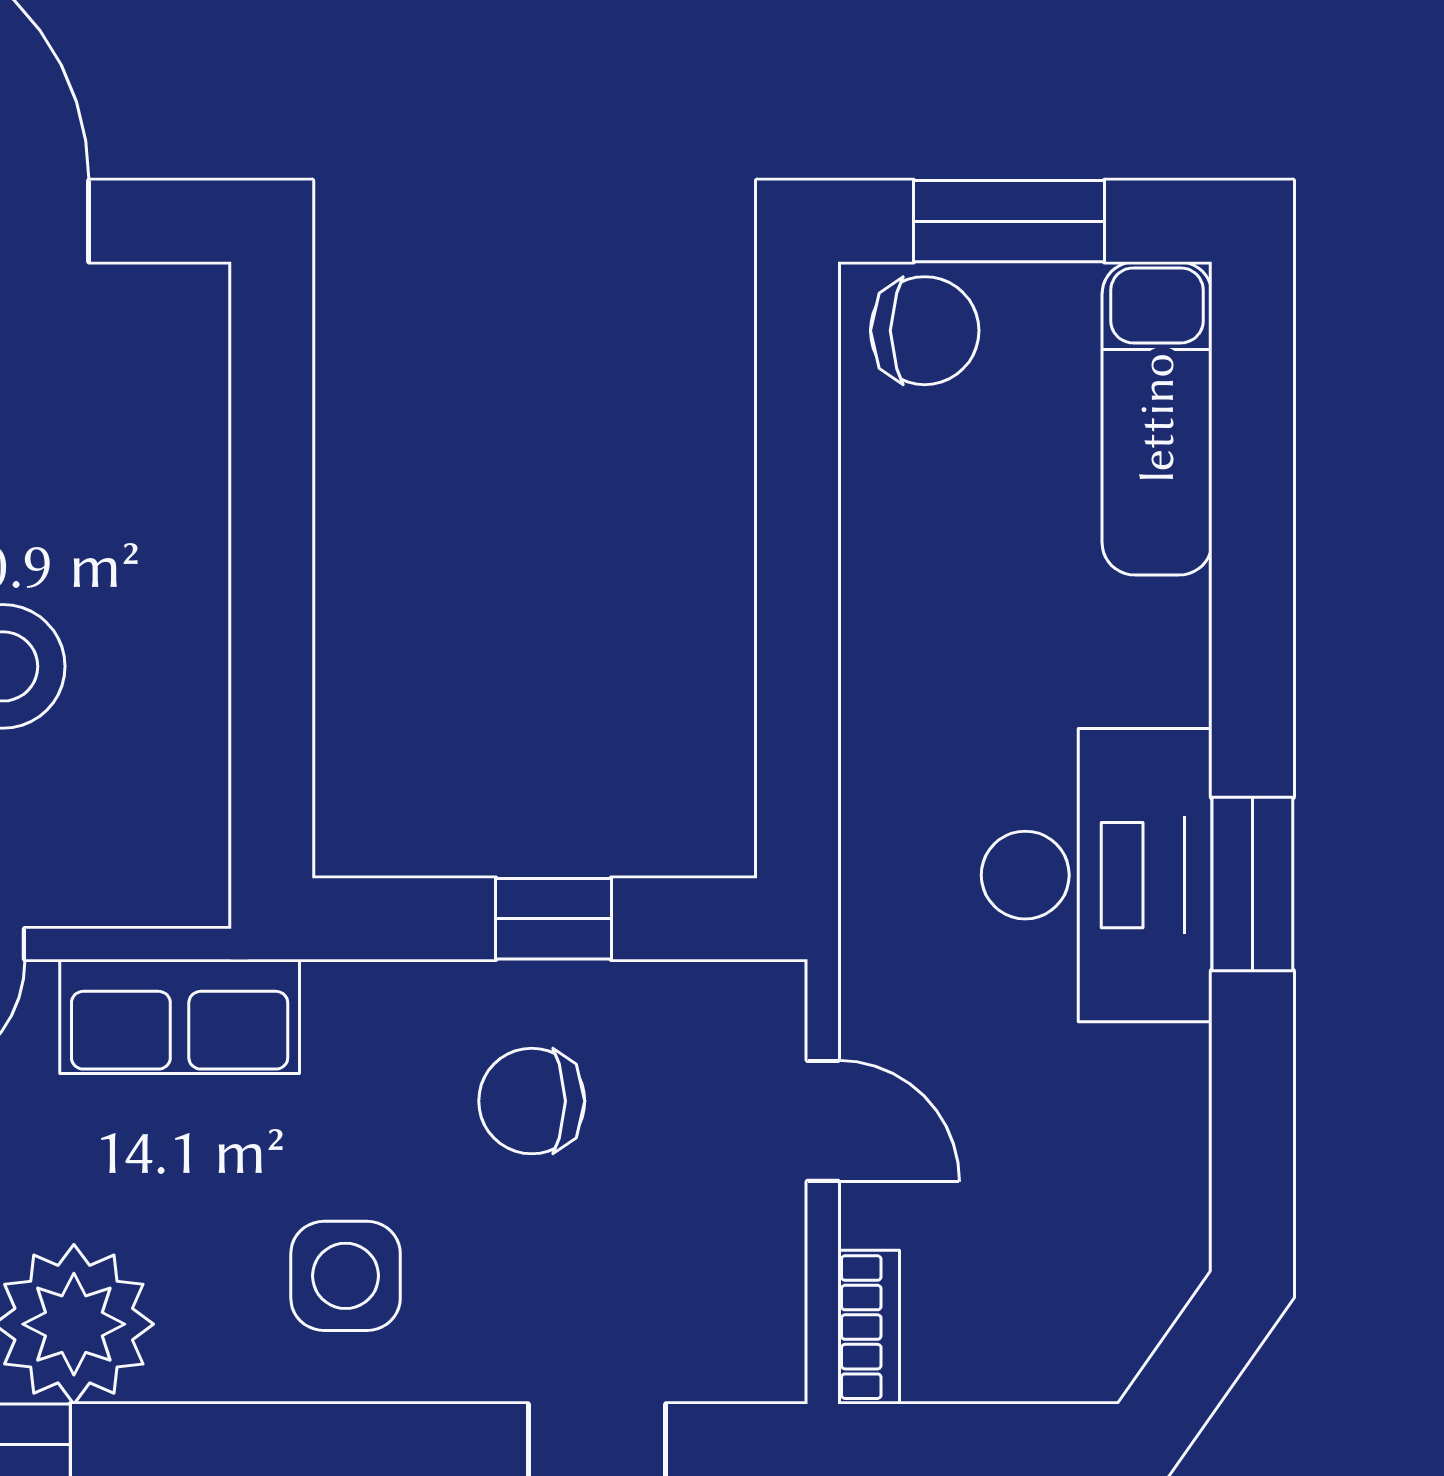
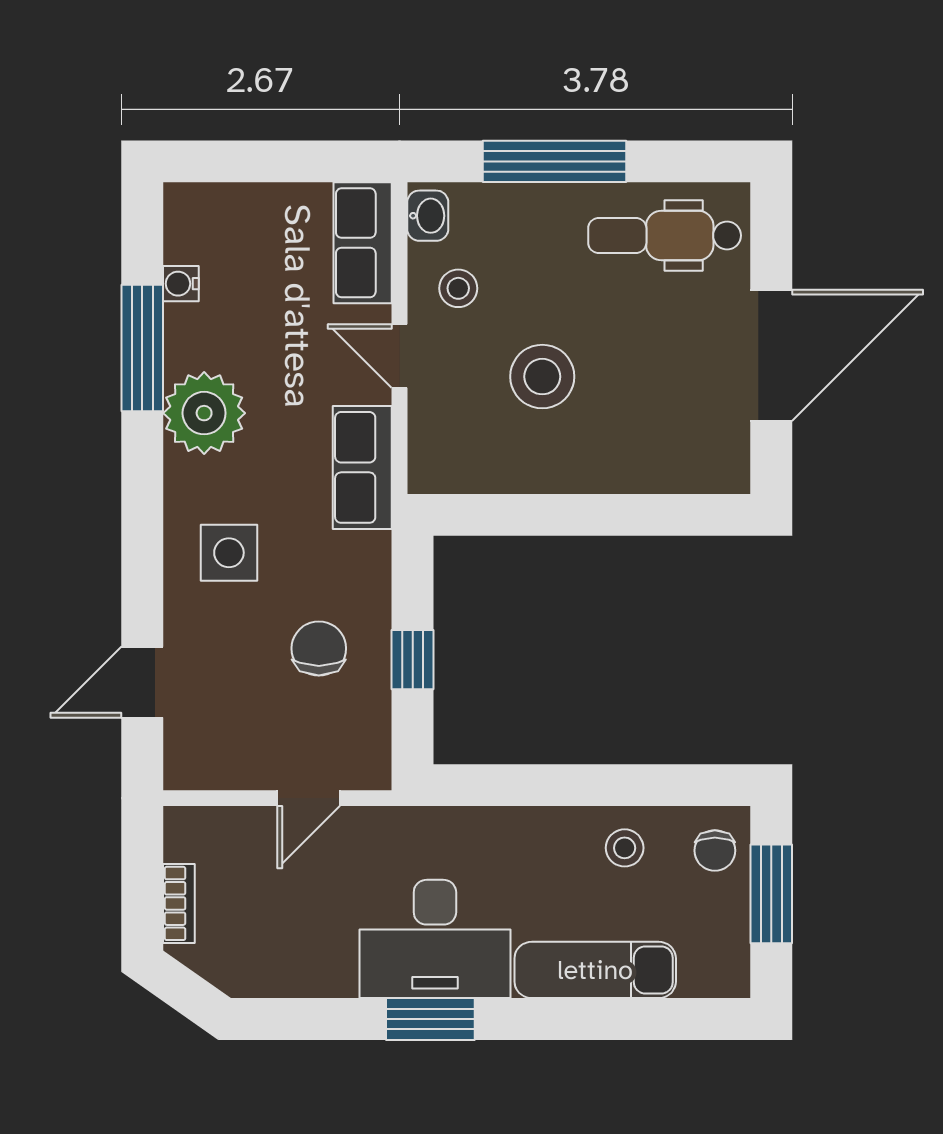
chair: (925, 331) -> (715, 851), width x0.73, depth x0.73
exam couch: (1157, 418) -> (595, 970), moved
stool: (920, 506) -> (625, 848), added
bookcase: (869, 1327) -> (179, 903), moved, turned -90

